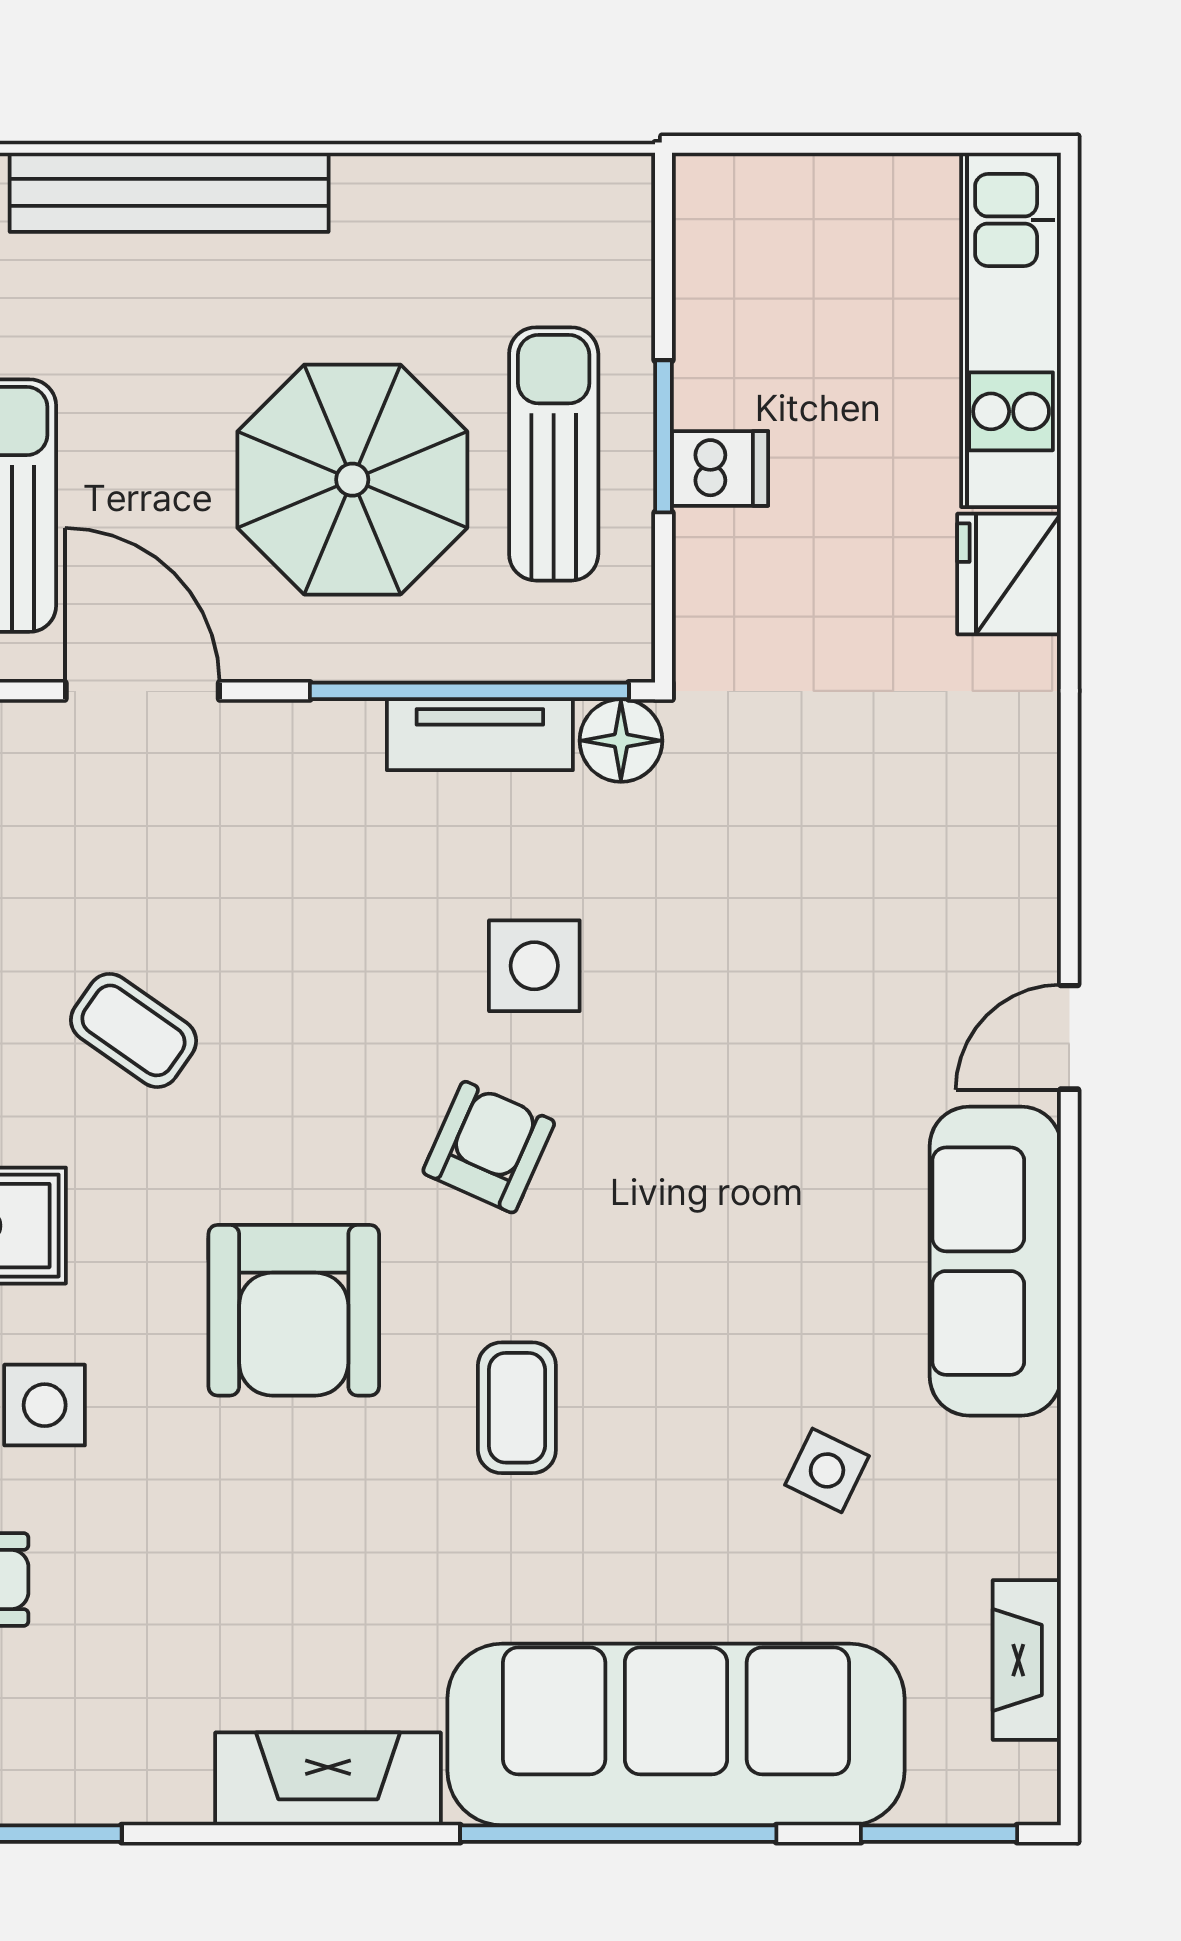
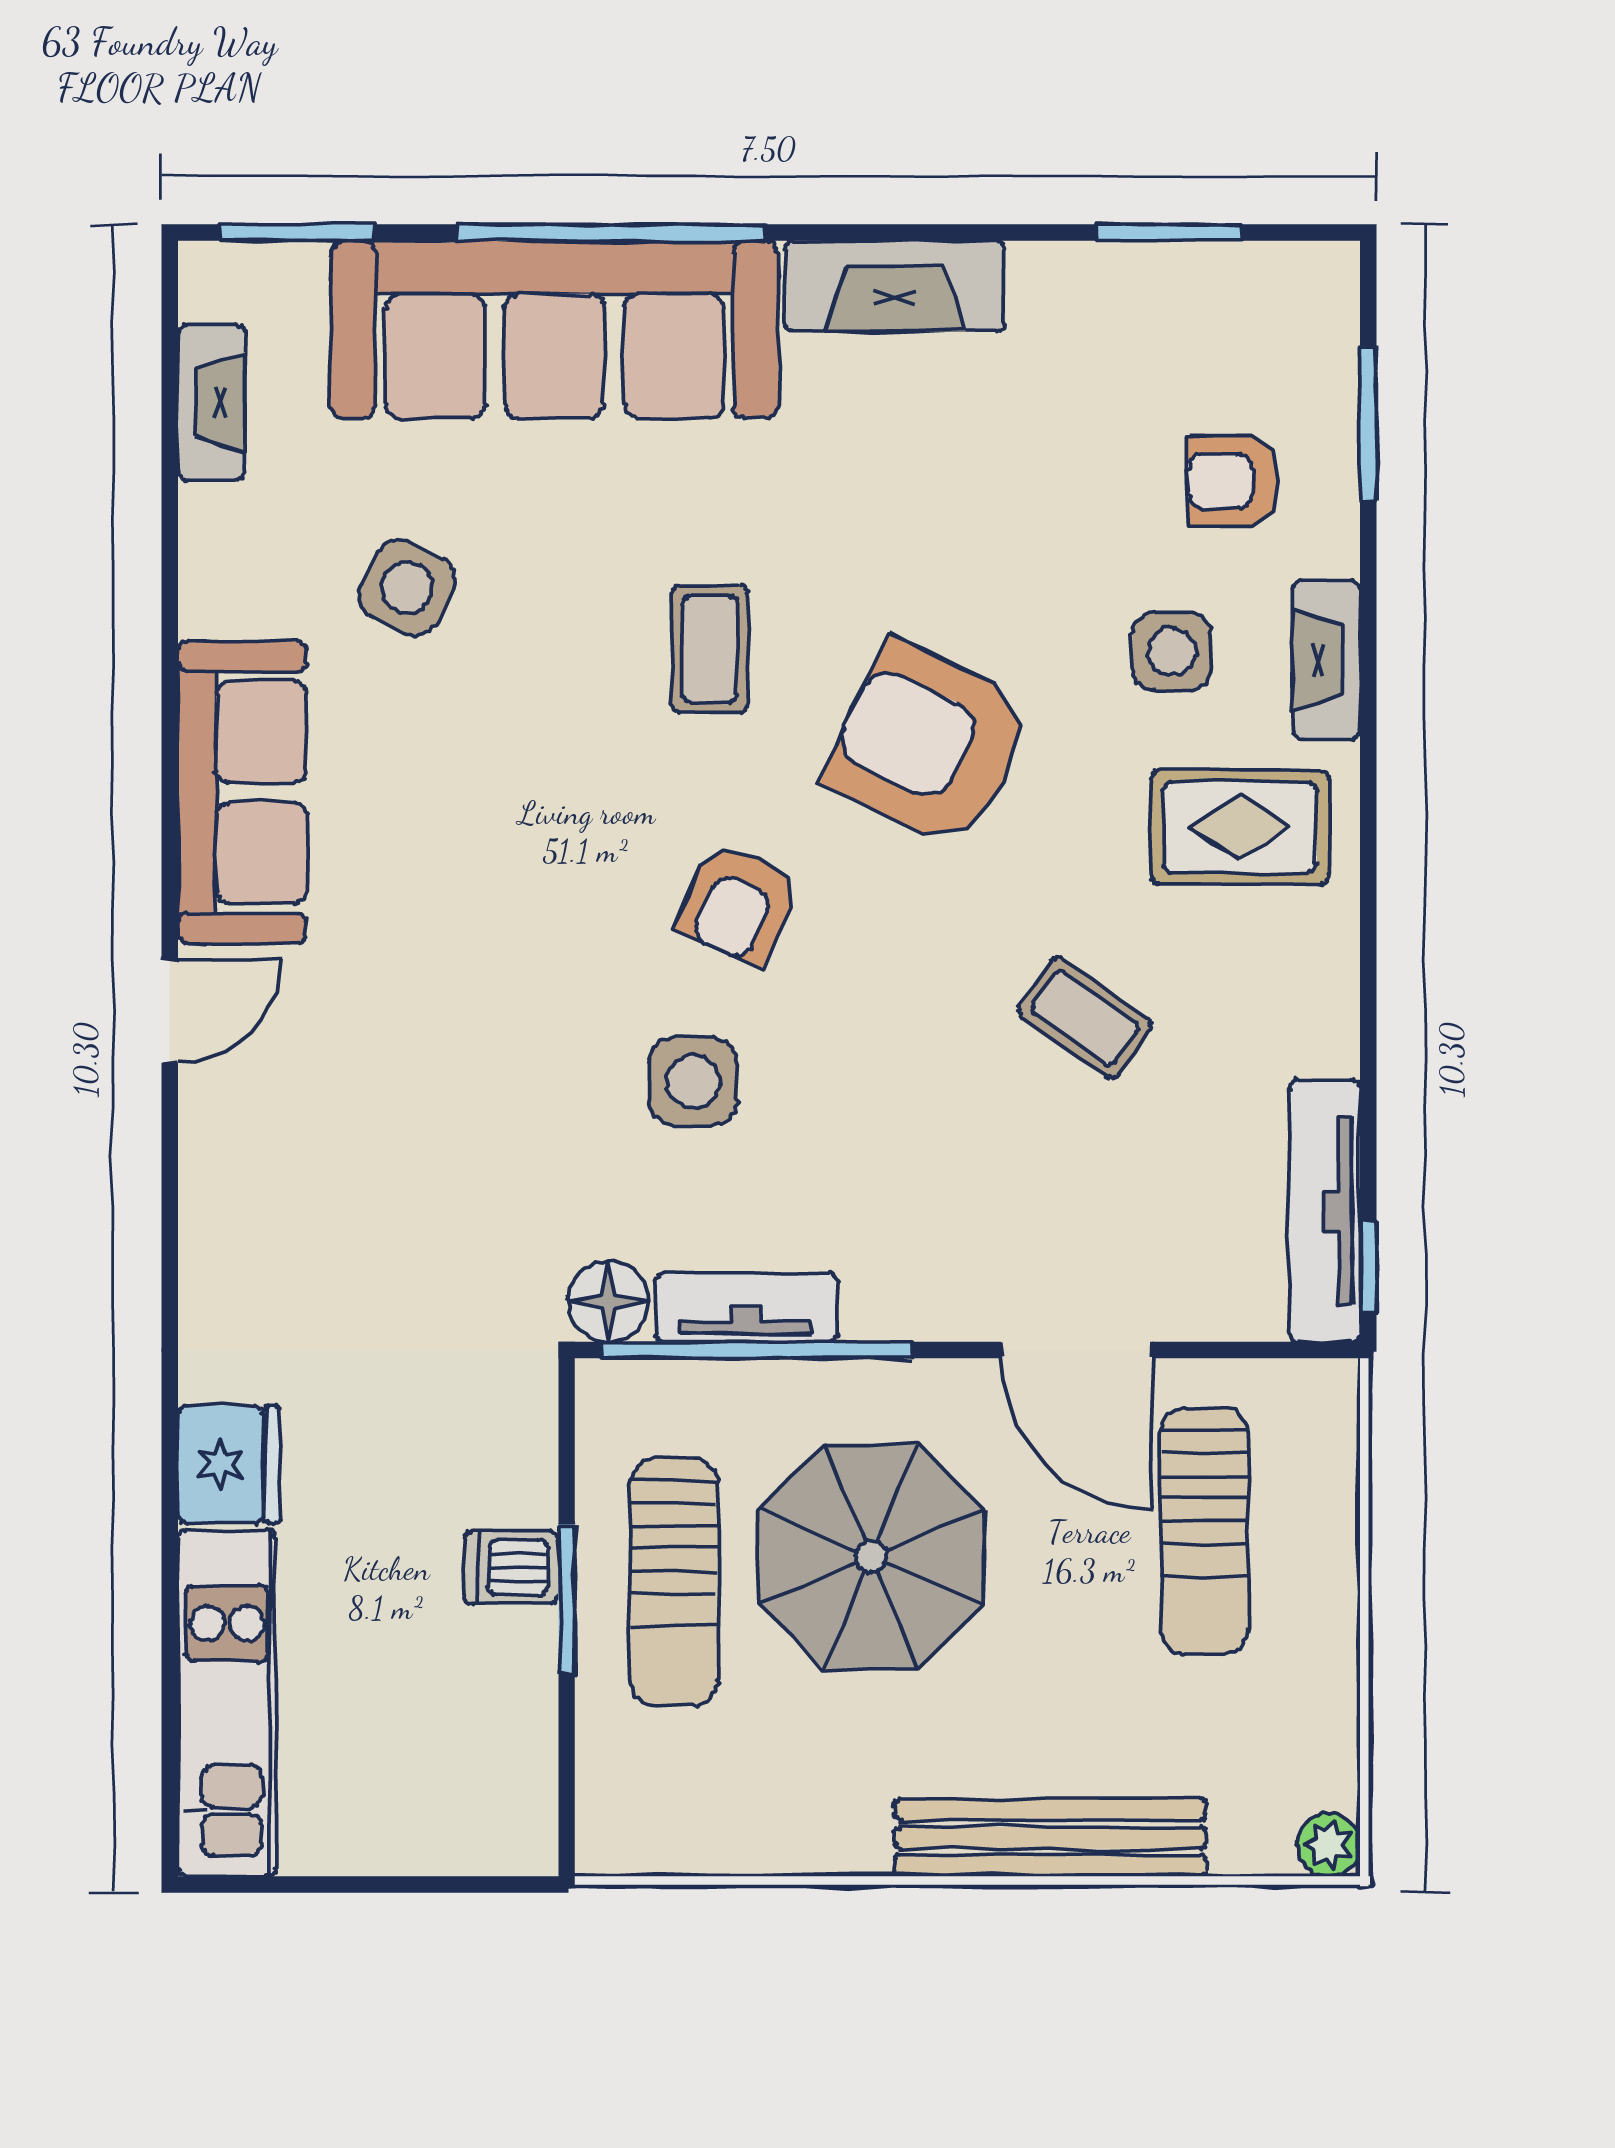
armchair: (294, 1310) -> (928, 744), turned -64
side table: (827, 1470) -> (407, 588), width x1.37, depth x1.37

